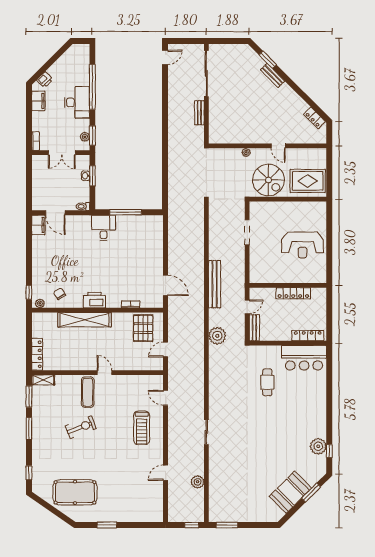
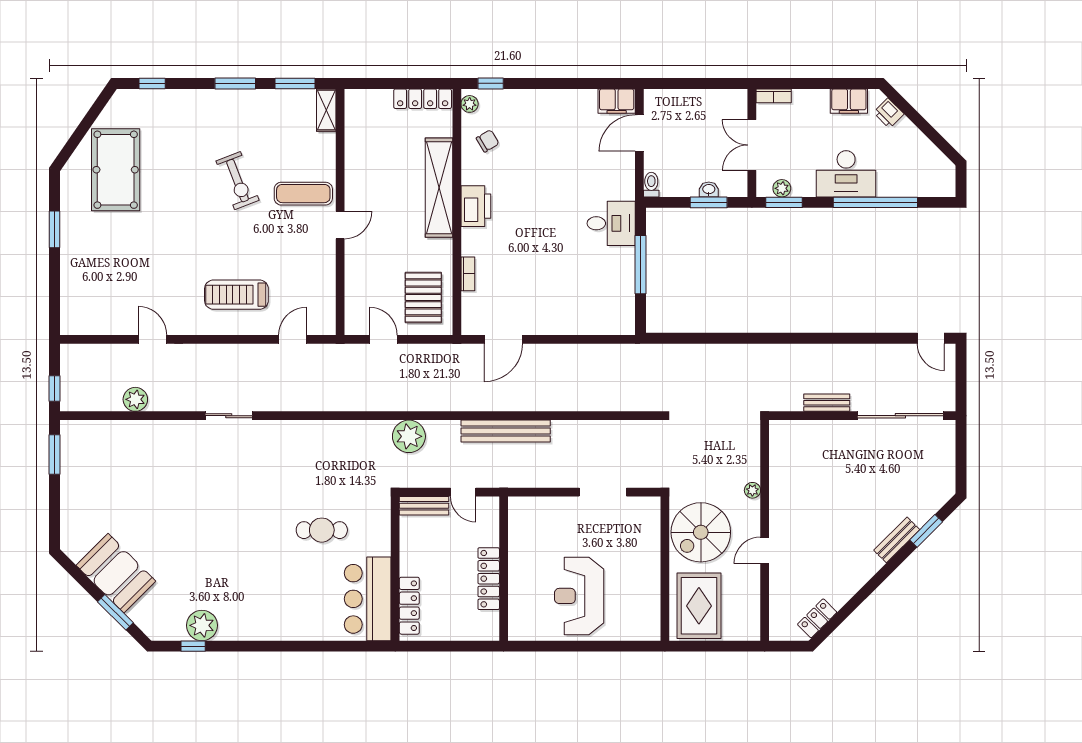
pallet: (143, 328) -> (423, 297), turned 90
locker: (37, 354) -> (423, 99), moved

